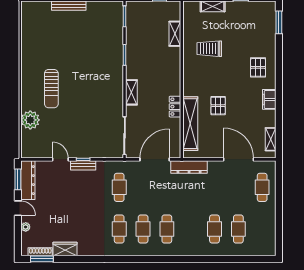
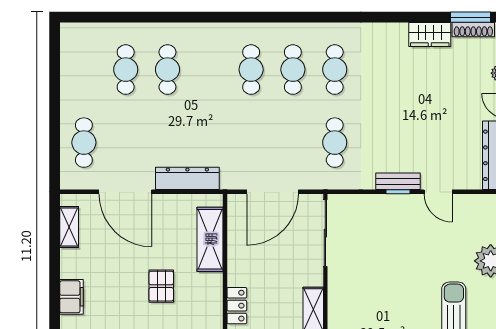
locker: (175, 107) -> (237, 306), moved
shelving: (190, 124) -> (210, 239), width x0.68
dresser: (189, 167) -> (187, 178), moved

